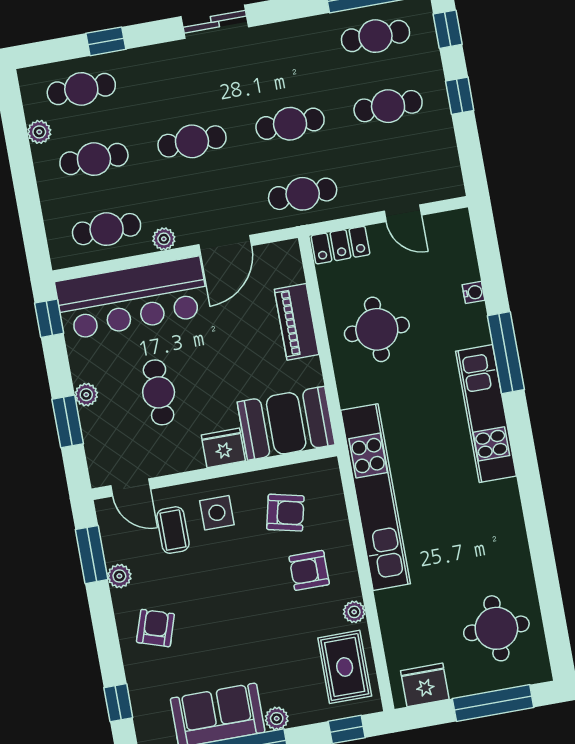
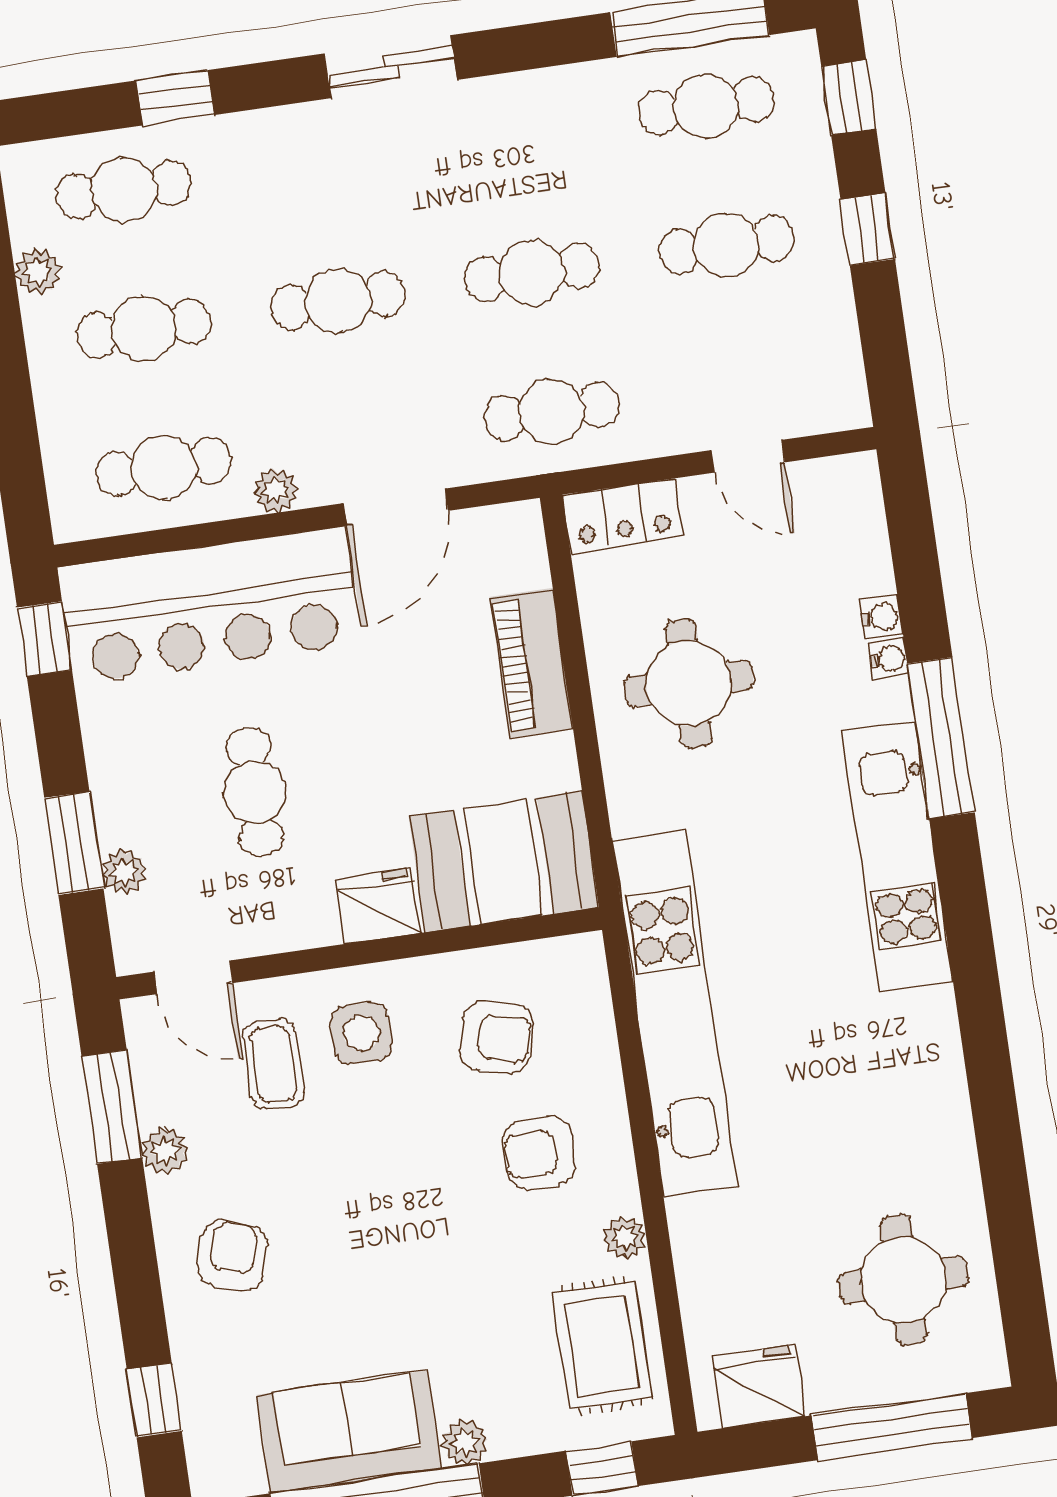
water cooler: (478, 313) -> (888, 658), added
plant: (86, 395) -> (124, 872), moved

